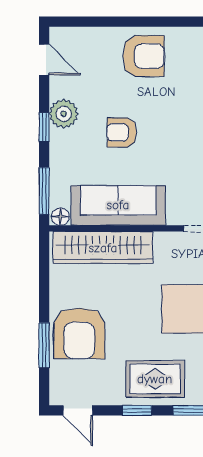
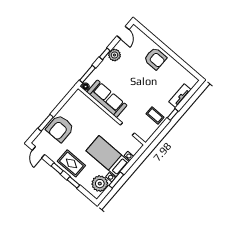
armchair: (122, 132) -> (128, 77), removed
wardrobe: (103, 248) -> (91, 108), removed

